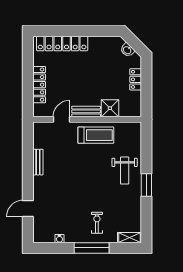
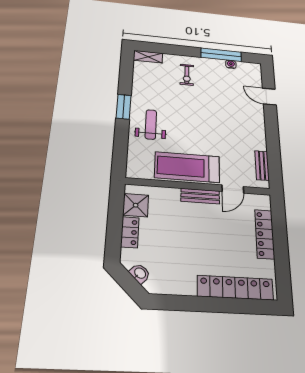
shower: (110, 108) -> (136, 205), moved
treadmill: (96, 135) -> (187, 167), width x1.37, depth x1.38
bench: (38, 162) -> (262, 166), moved
door: (28, 208) -> (269, 97), swing flipped
window: (92, 248) -> (221, 55), moved

